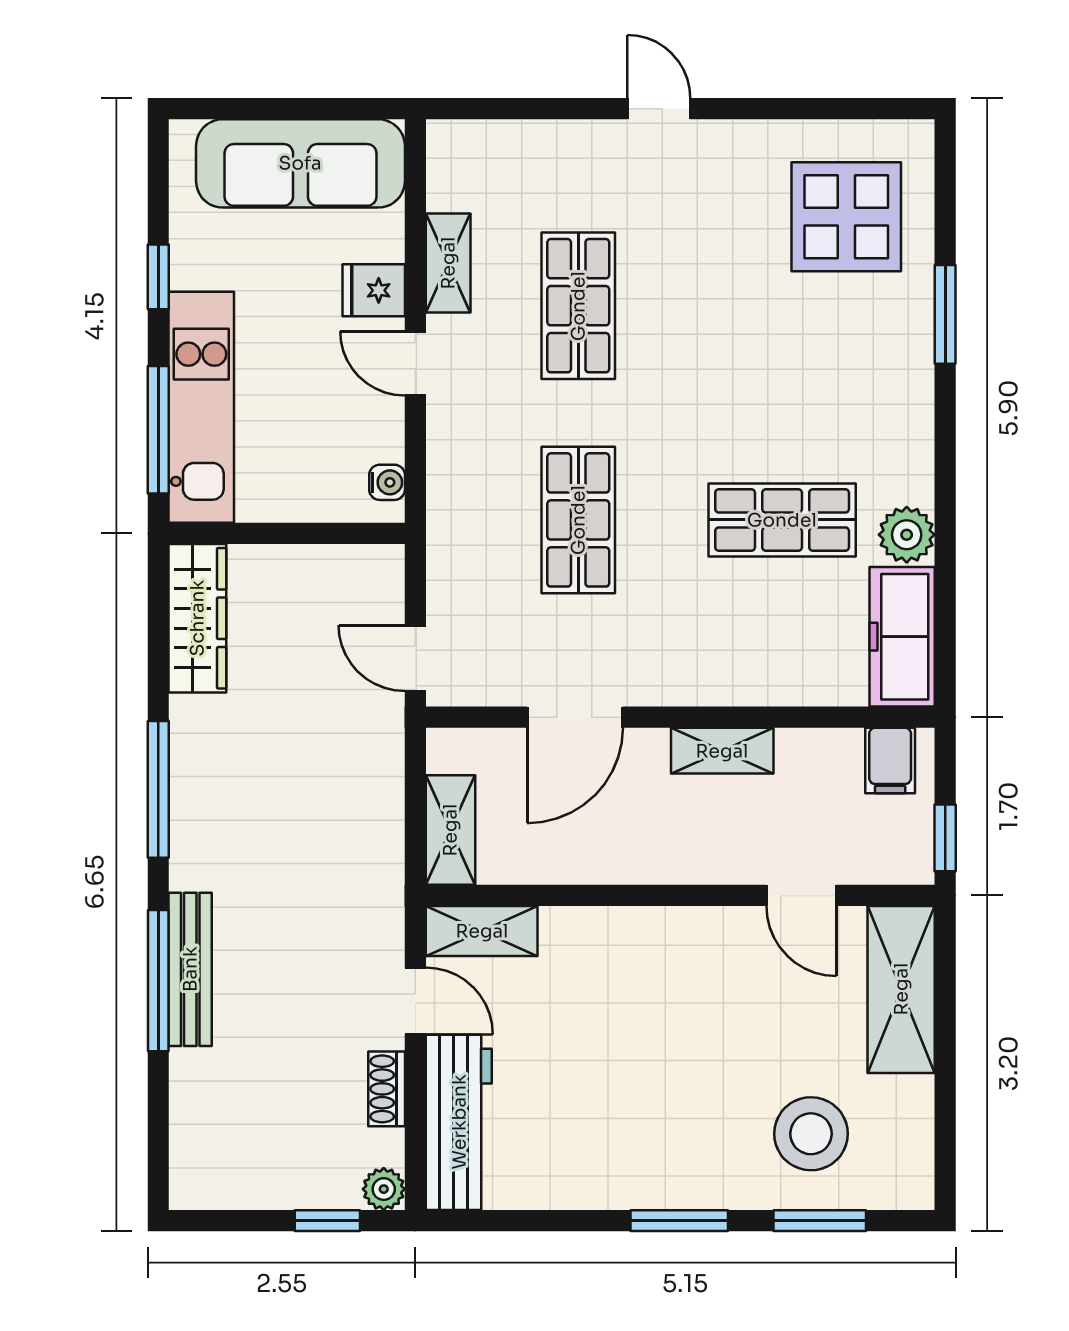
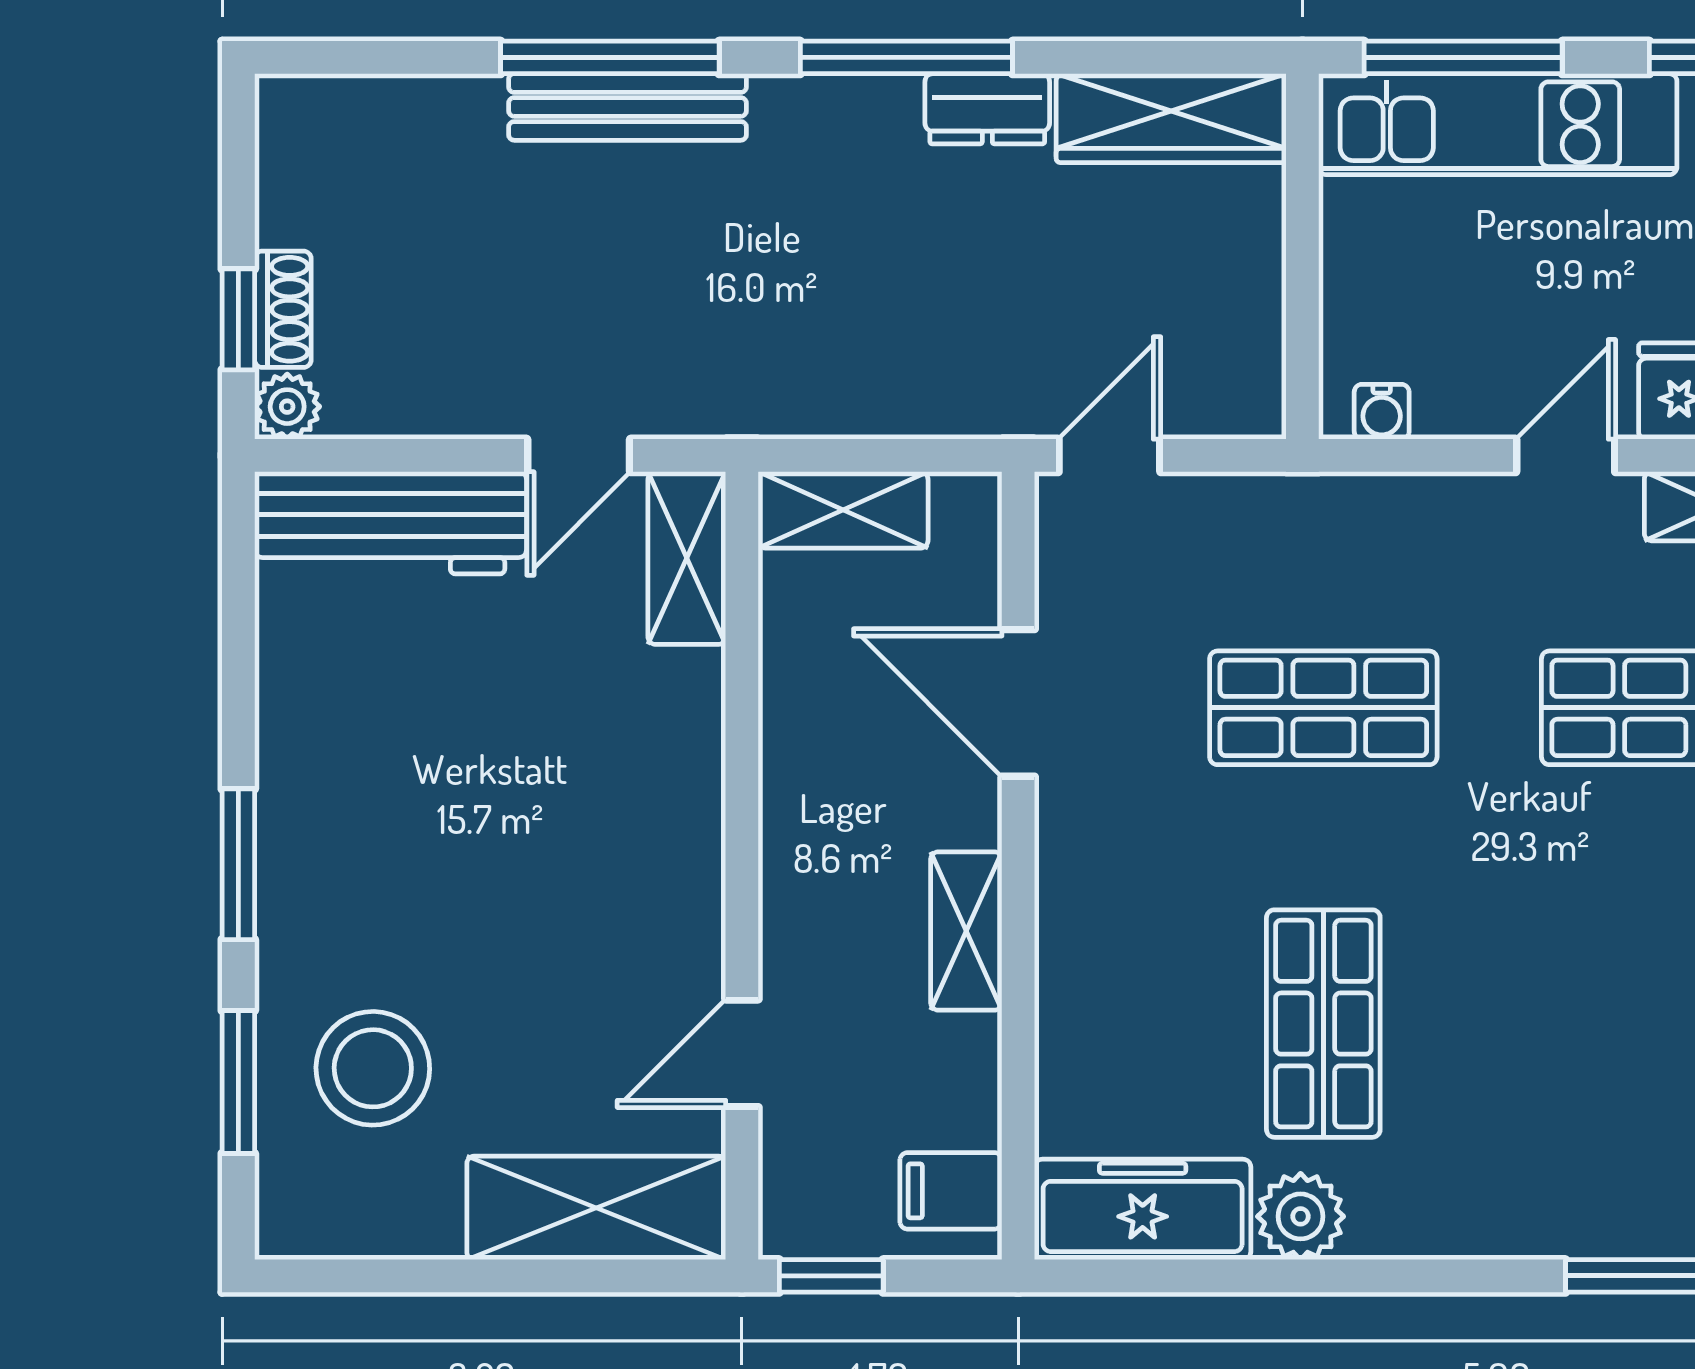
dresser: (191, 737) -> (987, 109), added
shoe rack: (387, 1089) -> (283, 309), moved, turned 90

